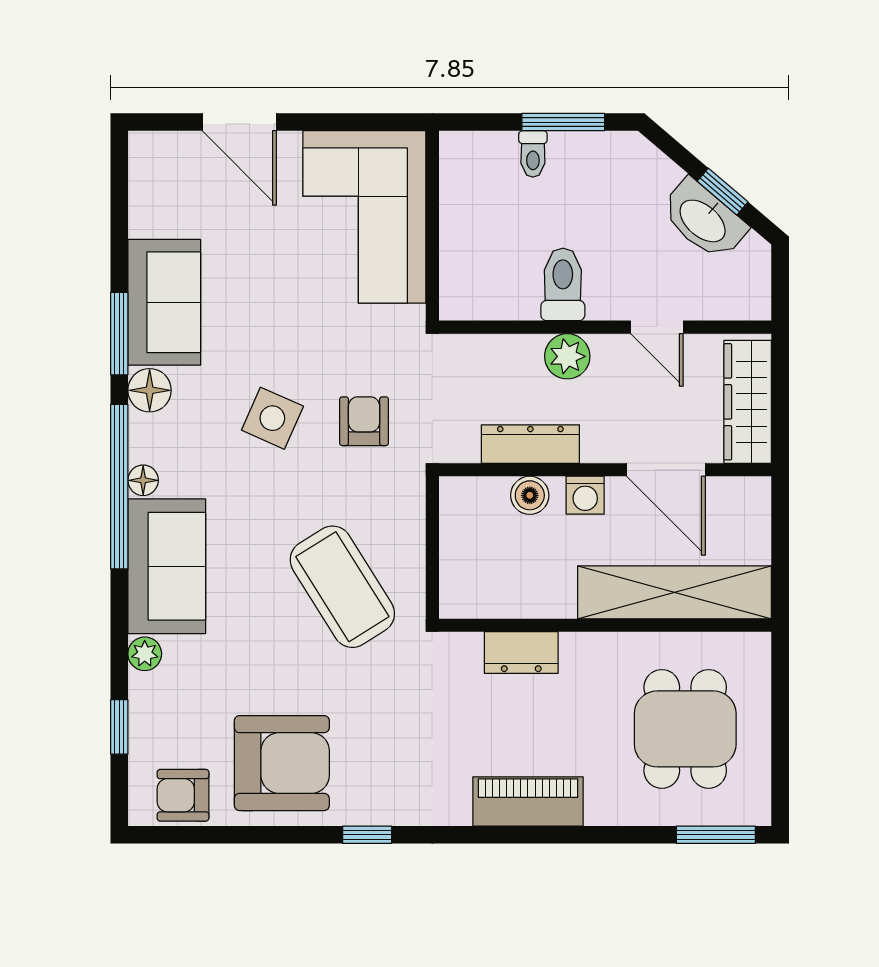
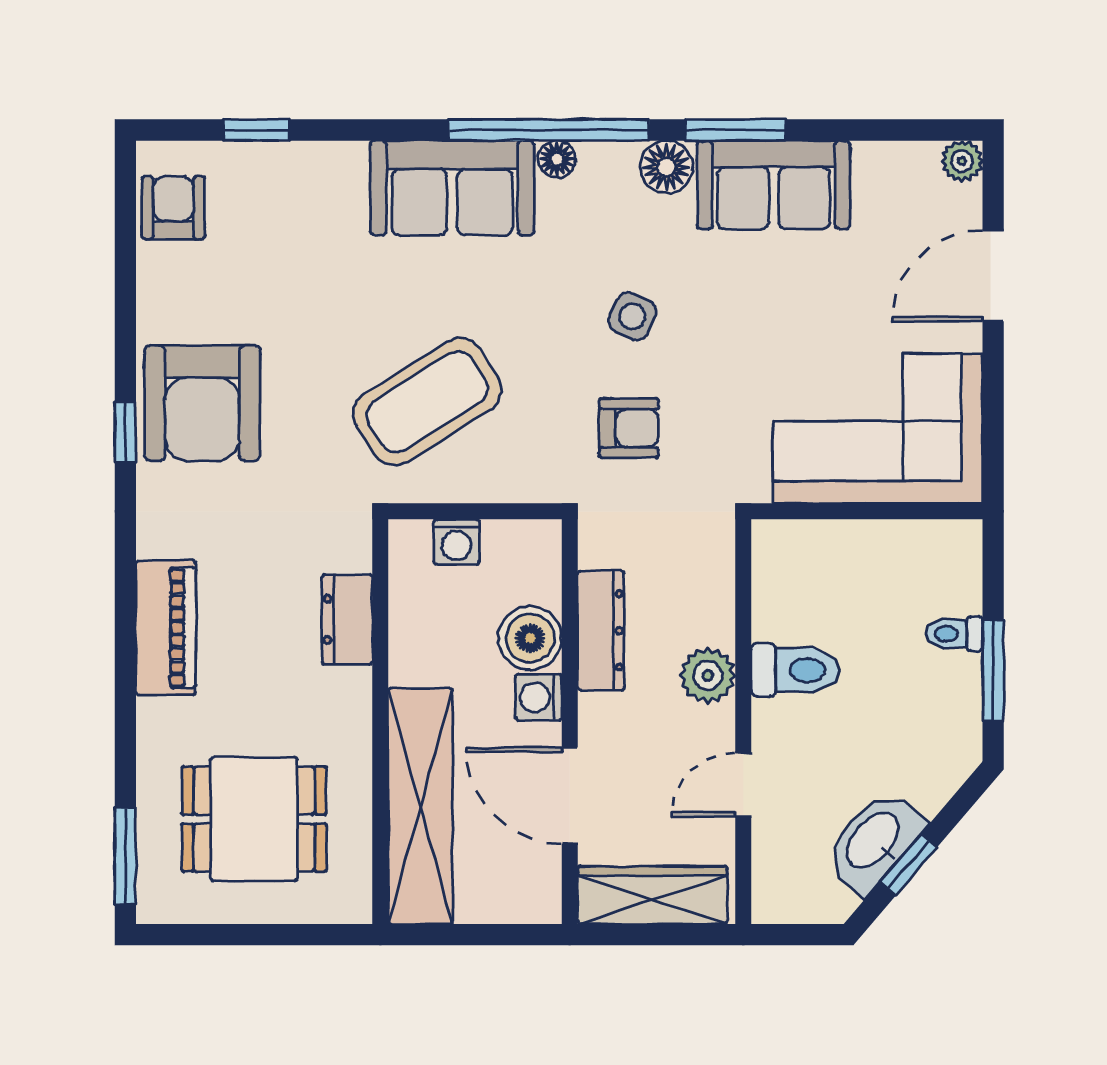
side table: (272, 418) -> (633, 316), width x0.73, depth x0.73
door: (666, 470) -> (570, 795), hinge flipped
boiler: (530, 495) -> (530, 638), width x1.36, depth x1.36
washing machine: (458, 563) -> (456, 542), added
plant: (145, 654) -> (962, 161), moved
armchair: (282, 763) -> (202, 403), moved

